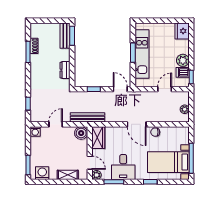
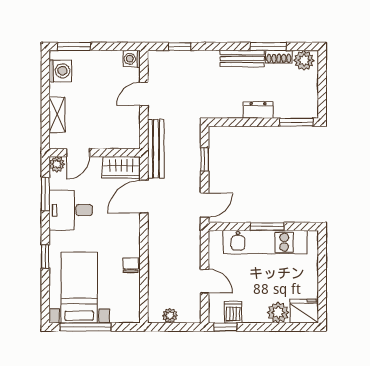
plant: (36, 31) -> (304, 60), added
bench: (65, 36) -> (242, 59), moved
plant: (183, 60) -> (278, 313), moved
dresser: (65, 70) -> (258, 110), moved
door: (56, 124) -> (144, 94), swing flipped
door: (137, 124) -> (144, 197), moved
boiler: (81, 133) -> (129, 138), removed

